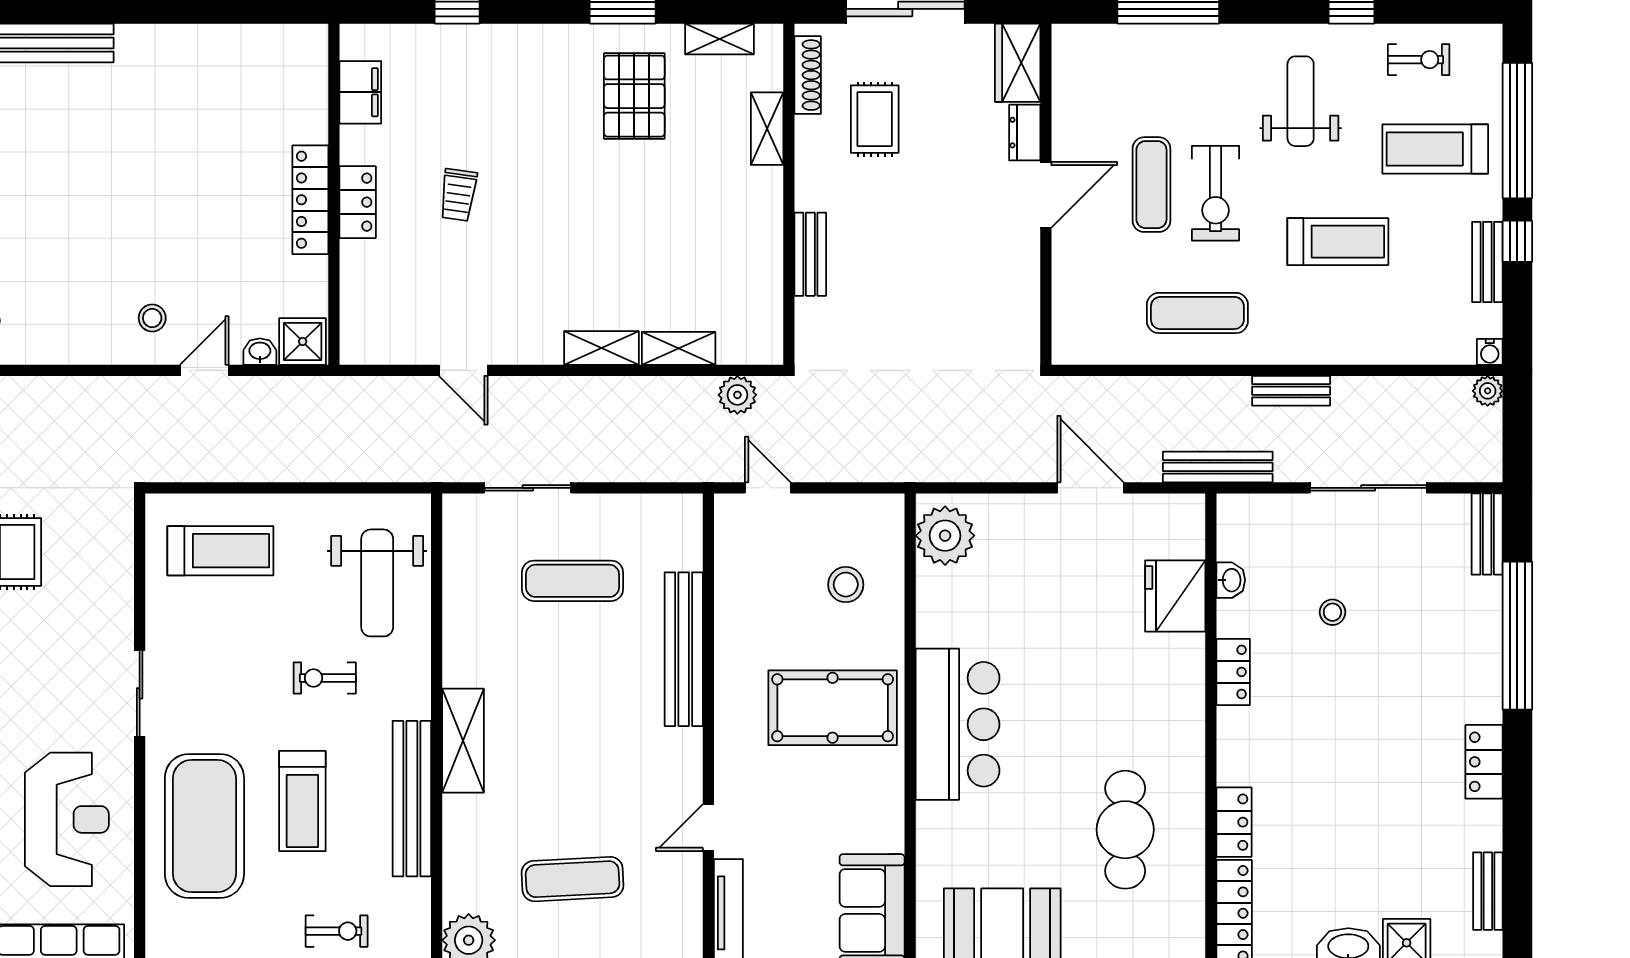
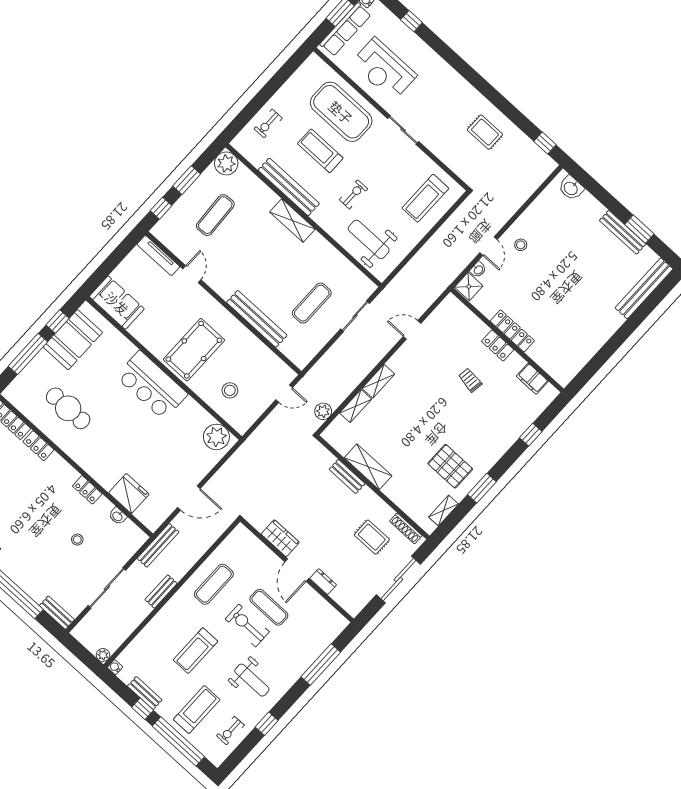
wardrobe: (1018, 63) -> (280, 538), moved
shelving: (767, 129) -> (368, 467), moved, width x1.50, depth x1.33

